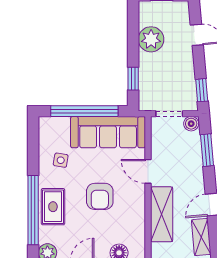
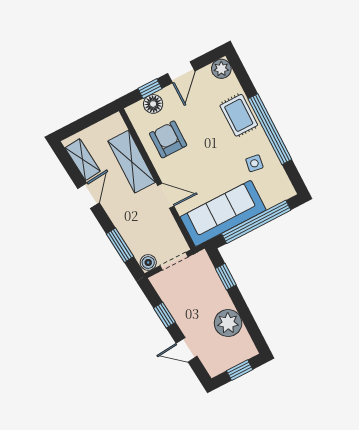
window: (202, 90) -> (165, 315), moved
armchair: (100, 196) -> (168, 139), moved
window: (33, 210) -> (270, 129), moved

